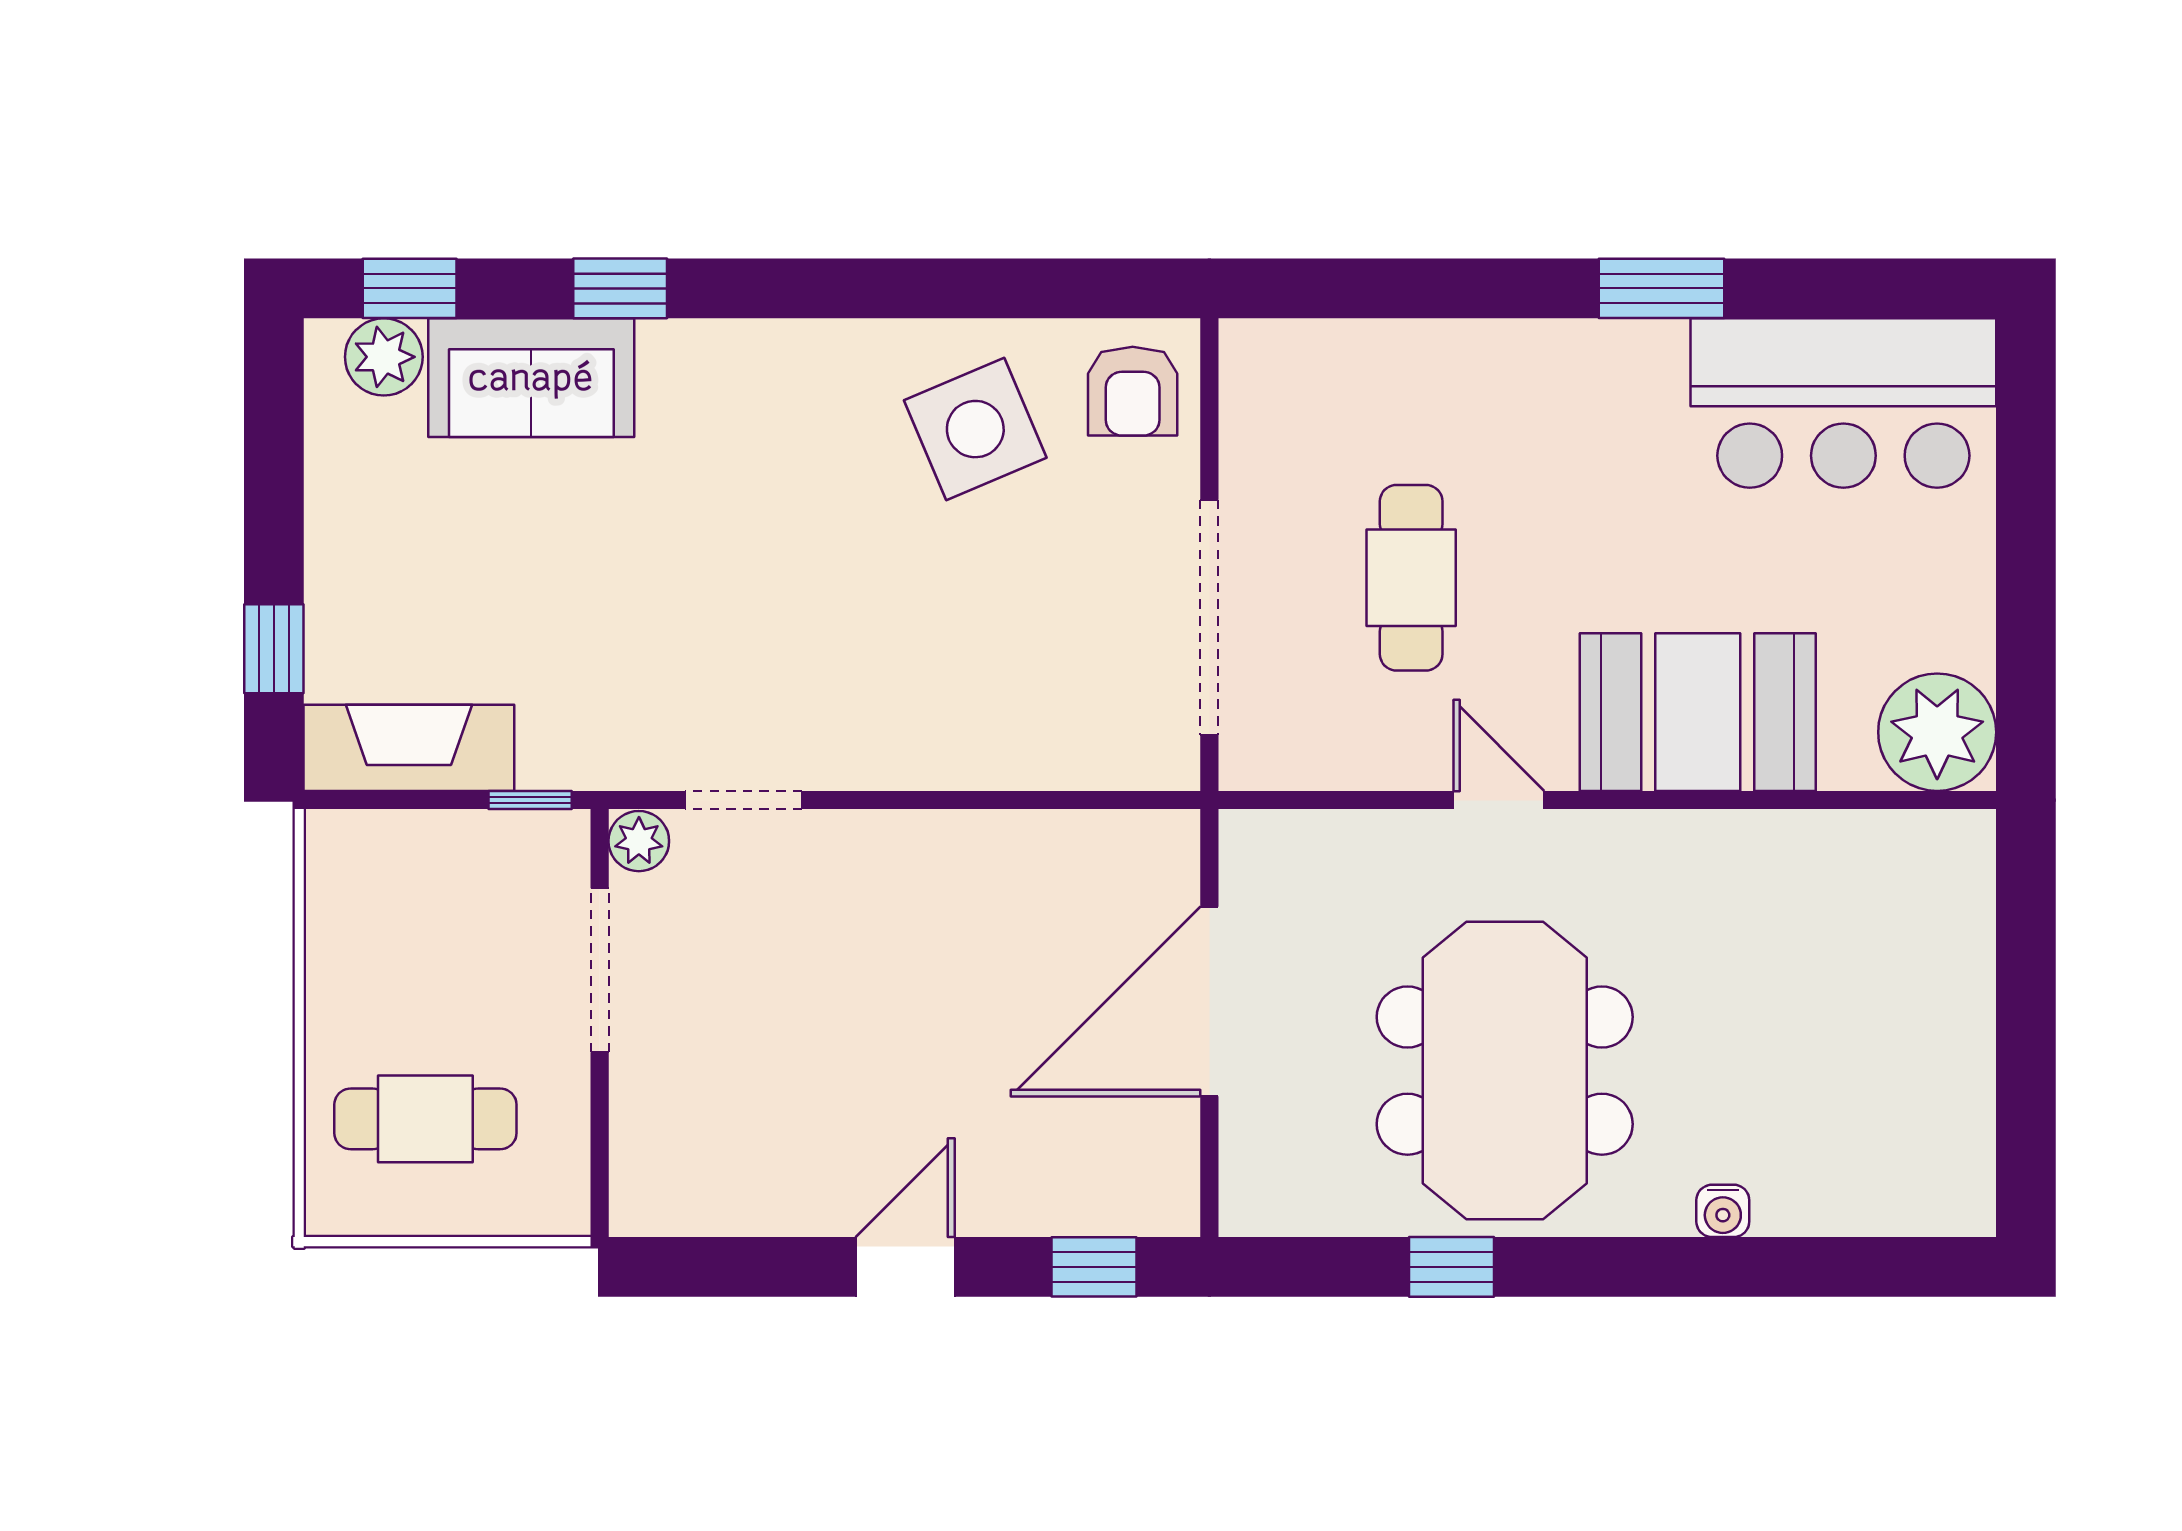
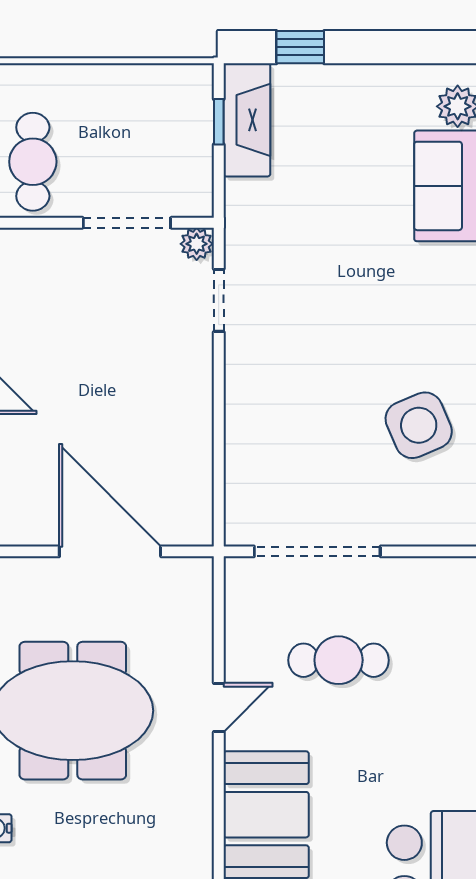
armchair: (1133, 391) -> (439, 510), removed
window: (530, 800) -> (219, 122), moved
cafe table: (425, 1119) -> (33, 162), moved

